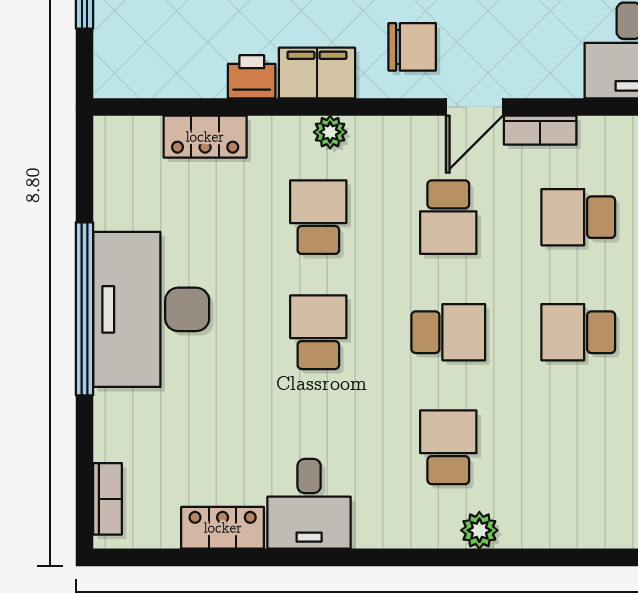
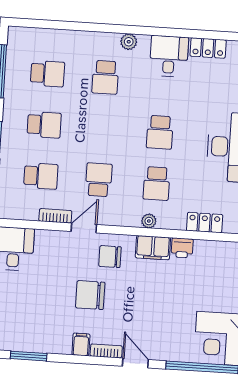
school desk: (448, 332) -> (47, 74), moved, turned 180
plant: (479, 530) -> (129, 42), moved

